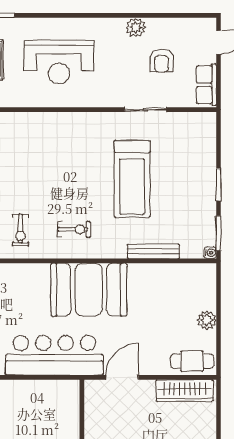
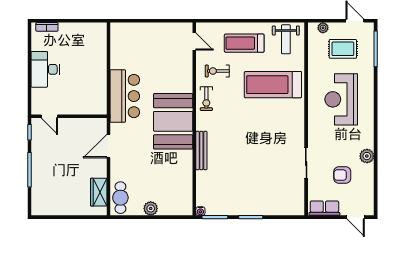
treadmill: (132, 179) -> (273, 85), moved
exercise bike: (74, 229) -> (206, 99), moved
bench: (153, 251) -> (201, 151), moved
bar counter: (54, 355) -> (125, 96), width x0.73
door: (122, 377) -> (108, 146), swing flipped
wardrobe: (185, 391) -> (99, 192), width x0.67

